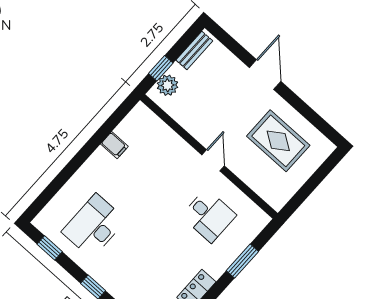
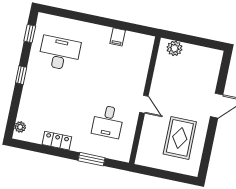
bench: (194, 51) -> (206, 53), removed
window: (161, 68) -> (183, 38), removed
door: (213, 160) -> (144, 104), hinge flipped

